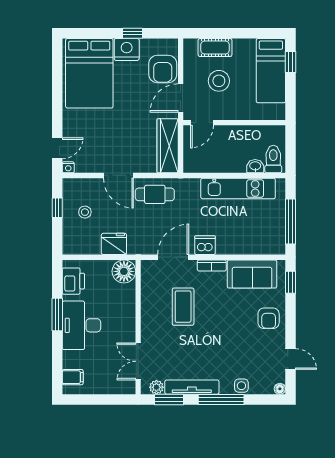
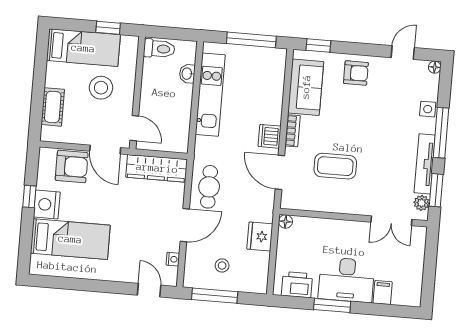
window: (291, 62) -> (108, 28), moved
bed: (89, 73) -> (70, 239), width x0.67
stool: (219, 81) -> (101, 88), moved
toilet: (273, 159) -> (159, 49), moved, turned 180
nightstand: (68, 167) -> (173, 259), moved
window: (57, 208) -> (215, 296), width x2.17
floor lamp: (124, 271) -> (285, 222), width x0.53, depth x0.53
filing cabinet: (73, 377) -> (383, 293), moved

